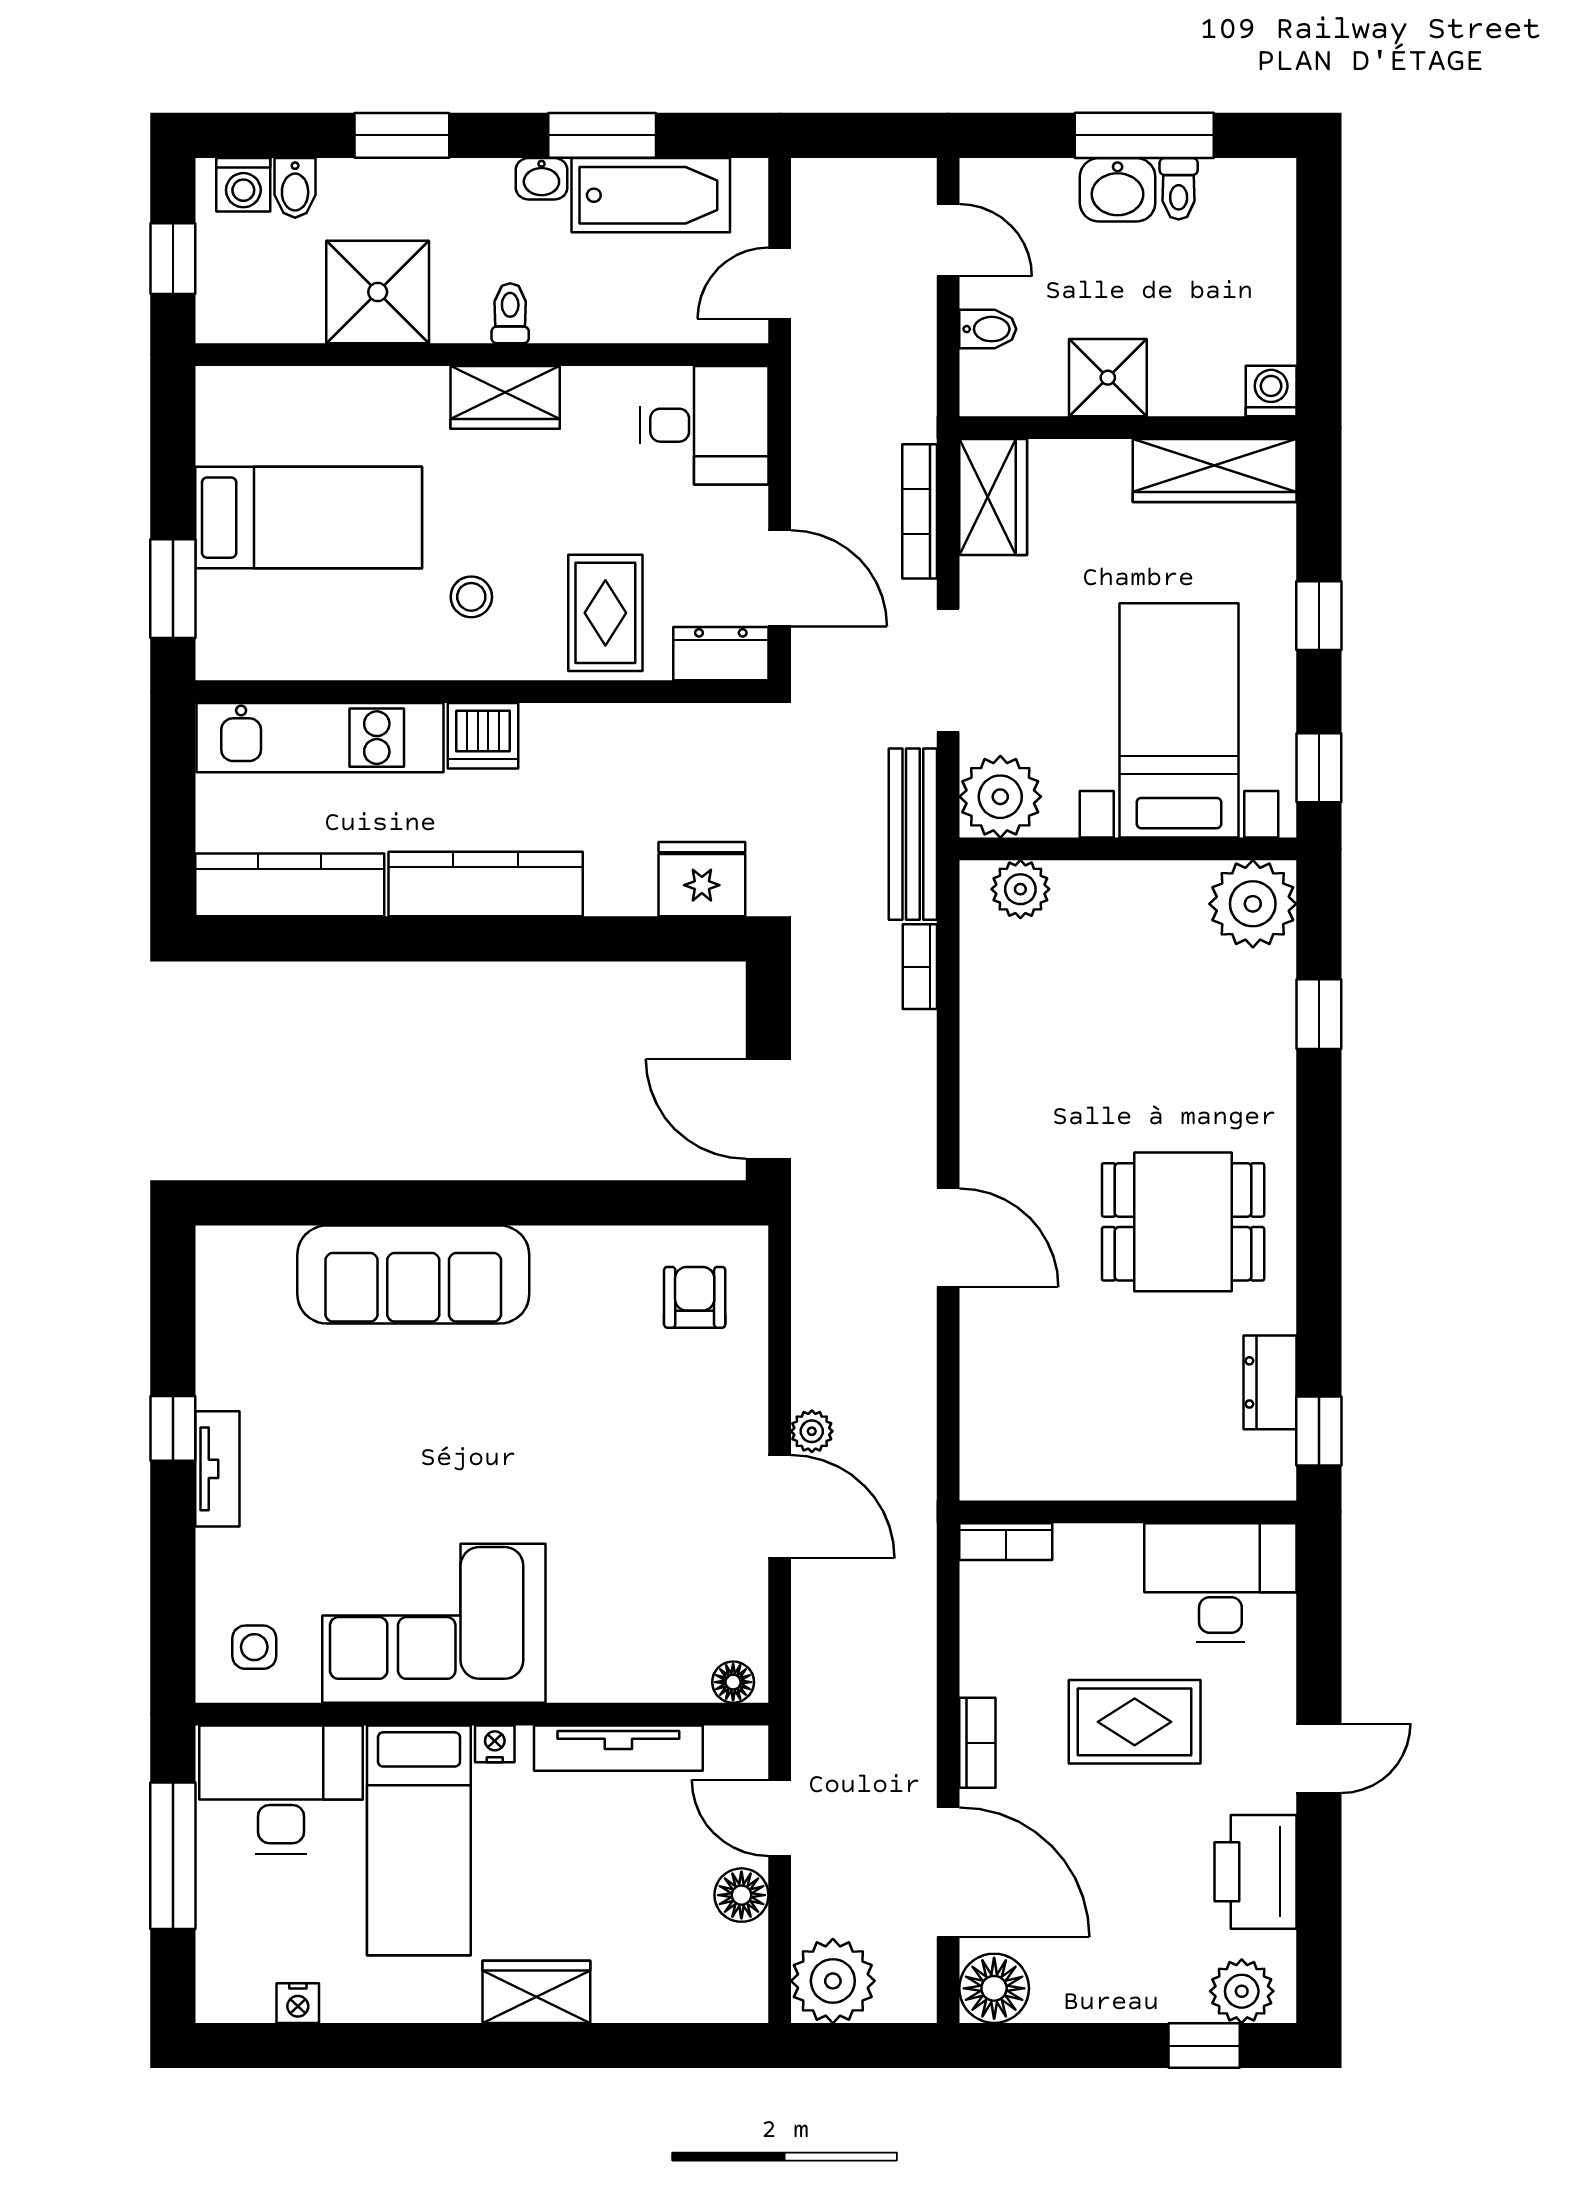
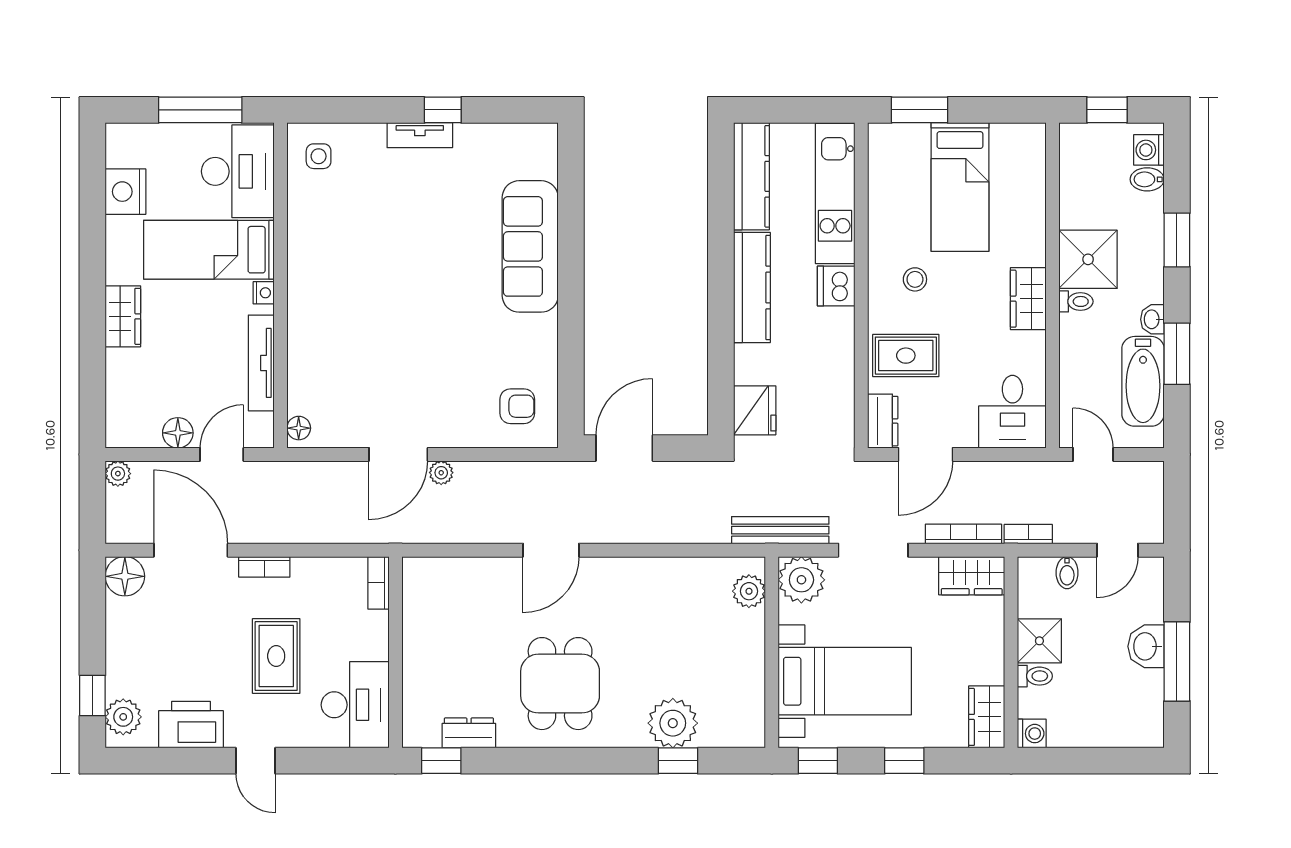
toilet: (1179, 189) -> (1035, 676), moved, turned 180
shower: (378, 292) -> (1088, 259), moved
wardrobe: (1215, 470) -> (987, 717), width x0.67
plant: (1253, 904) -> (673, 723), moved
bookcase: (920, 967) -> (1028, 534), moved
corner sofa: (434, 1623) -> (332, 258), removed
door: (948, 1872) -> (191, 550), swing flipped
plant: (833, 1981) -> (118, 474), width x0.53, depth x0.53
nightstand: (298, 2003) -> (126, 192), width x1.89, depth x1.79

